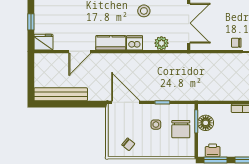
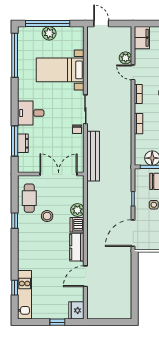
plant: (161, 43) -> (77, 210), moved
door: (80, 52) -> (85, 276), swing flipped
bench: (61, 94) -> (93, 156), moved

